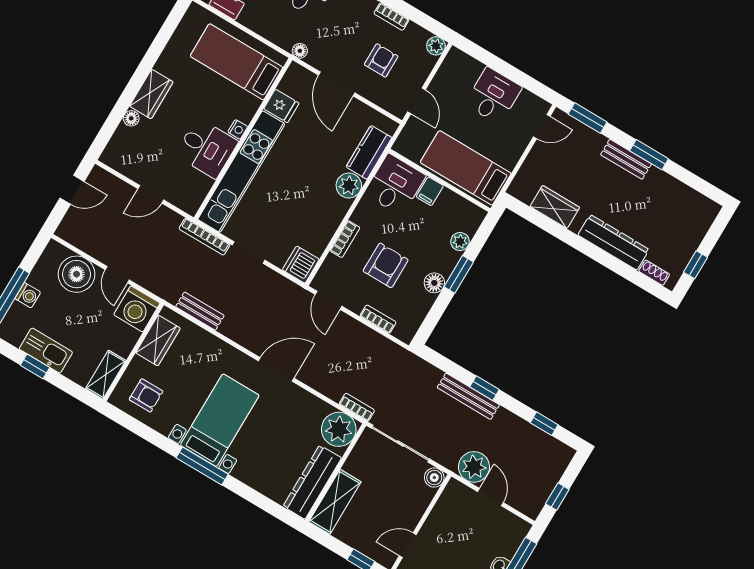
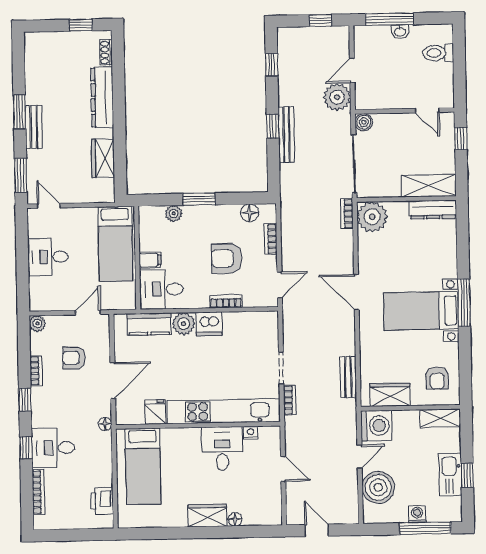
nightstand: (238, 129) -> (250, 433), moved
bookcase: (205, 237) -> (290, 400), width x0.64
dishwasher: (301, 265) -> (209, 324), moved
floor lamp: (434, 283) -> (250, 213), moved
armchair: (146, 395) -> (437, 378), turned 180
dresser: (312, 482) -> (433, 210), width x0.73, depth x0.80

